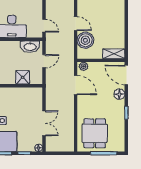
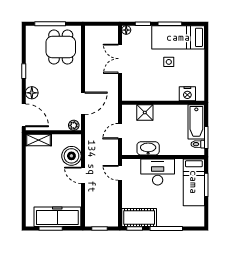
washbasin: (30, 47) -> (148, 148), moved
door: (76, 85) -> (83, 103), swing flipped

